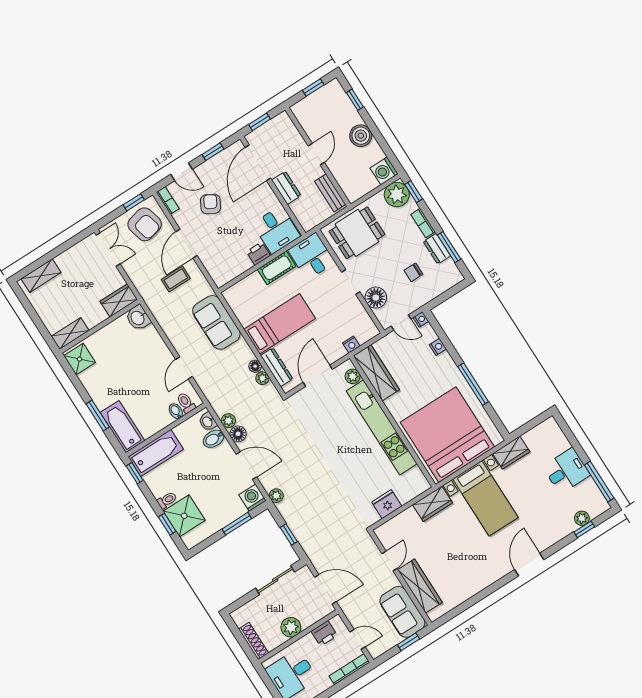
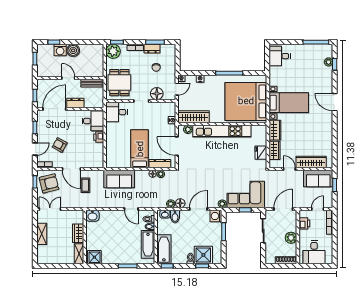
door: (258, 163) -> (54, 109), swing flipped
washing machine: (384, 171) -> (60, 50), moved
cot: (277, 268) -> (111, 133), removed
shelving: (41, 276) -> (42, 234), moved
wardrobe: (119, 300) -> (78, 233), moved
bathtub: (122, 427) -> (148, 244), moved, turned -90
wardrobe: (511, 453) -> (274, 150), moved
desk: (566, 471) -> (280, 56), moved, turned -90
corner sofa: (312, 521) -> (246, 195), added

